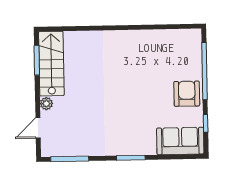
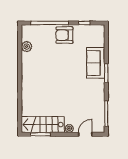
plant: (168, 37) -> (27, 47), added
door: (38, 128) -> (85, 134), swing flipped
sofa: (180, 141) -> (96, 63), moved

